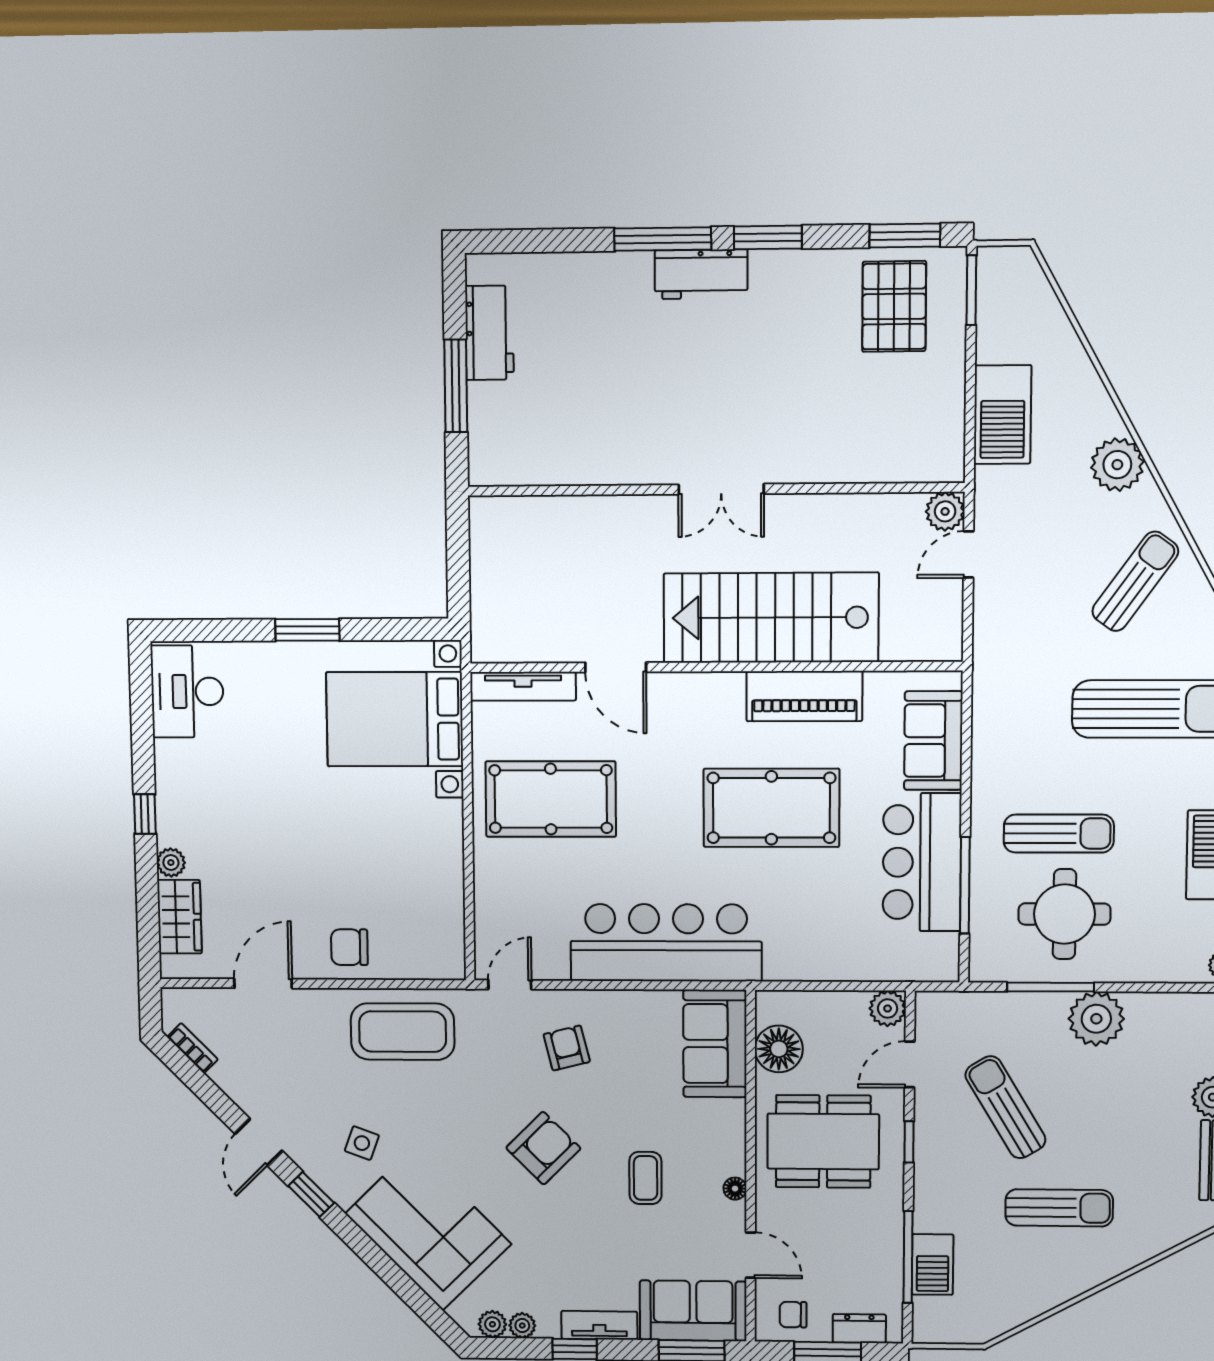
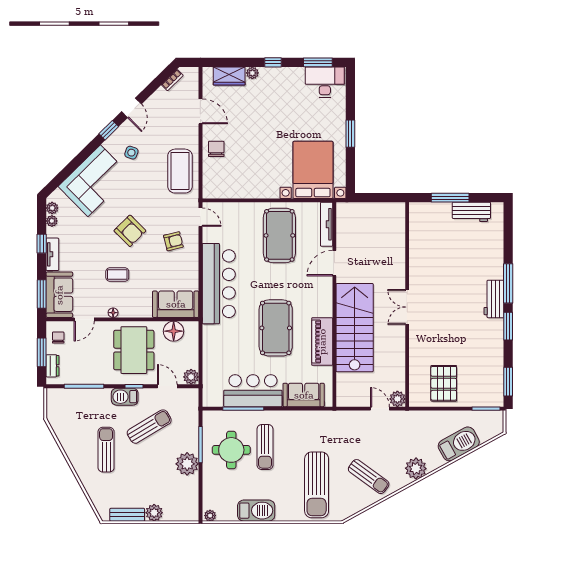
pallet: (894, 306) -> (444, 383), moved, turned 90
barbecue: (1003, 415) -> (459, 444), moved, turned 151
window: (142, 708) -> (318, 62), added
door: (259, 1142) -> (131, 108), swing flipped
sun lounger: (1059, 1208) -> (106, 450), turned 180
barbecue: (933, 1264) -> (125, 397), moved

